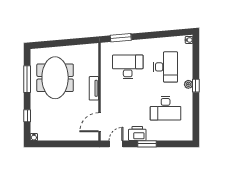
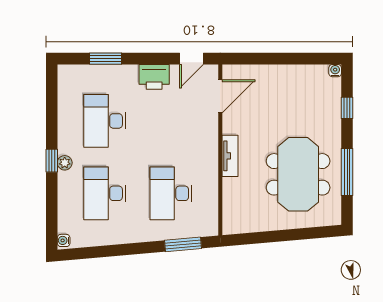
desk: (128, 67) -> (171, 193), turned 90
desk: (166, 108) -> (105, 121), turned -90
window: (147, 144) -> (105, 59), moved

